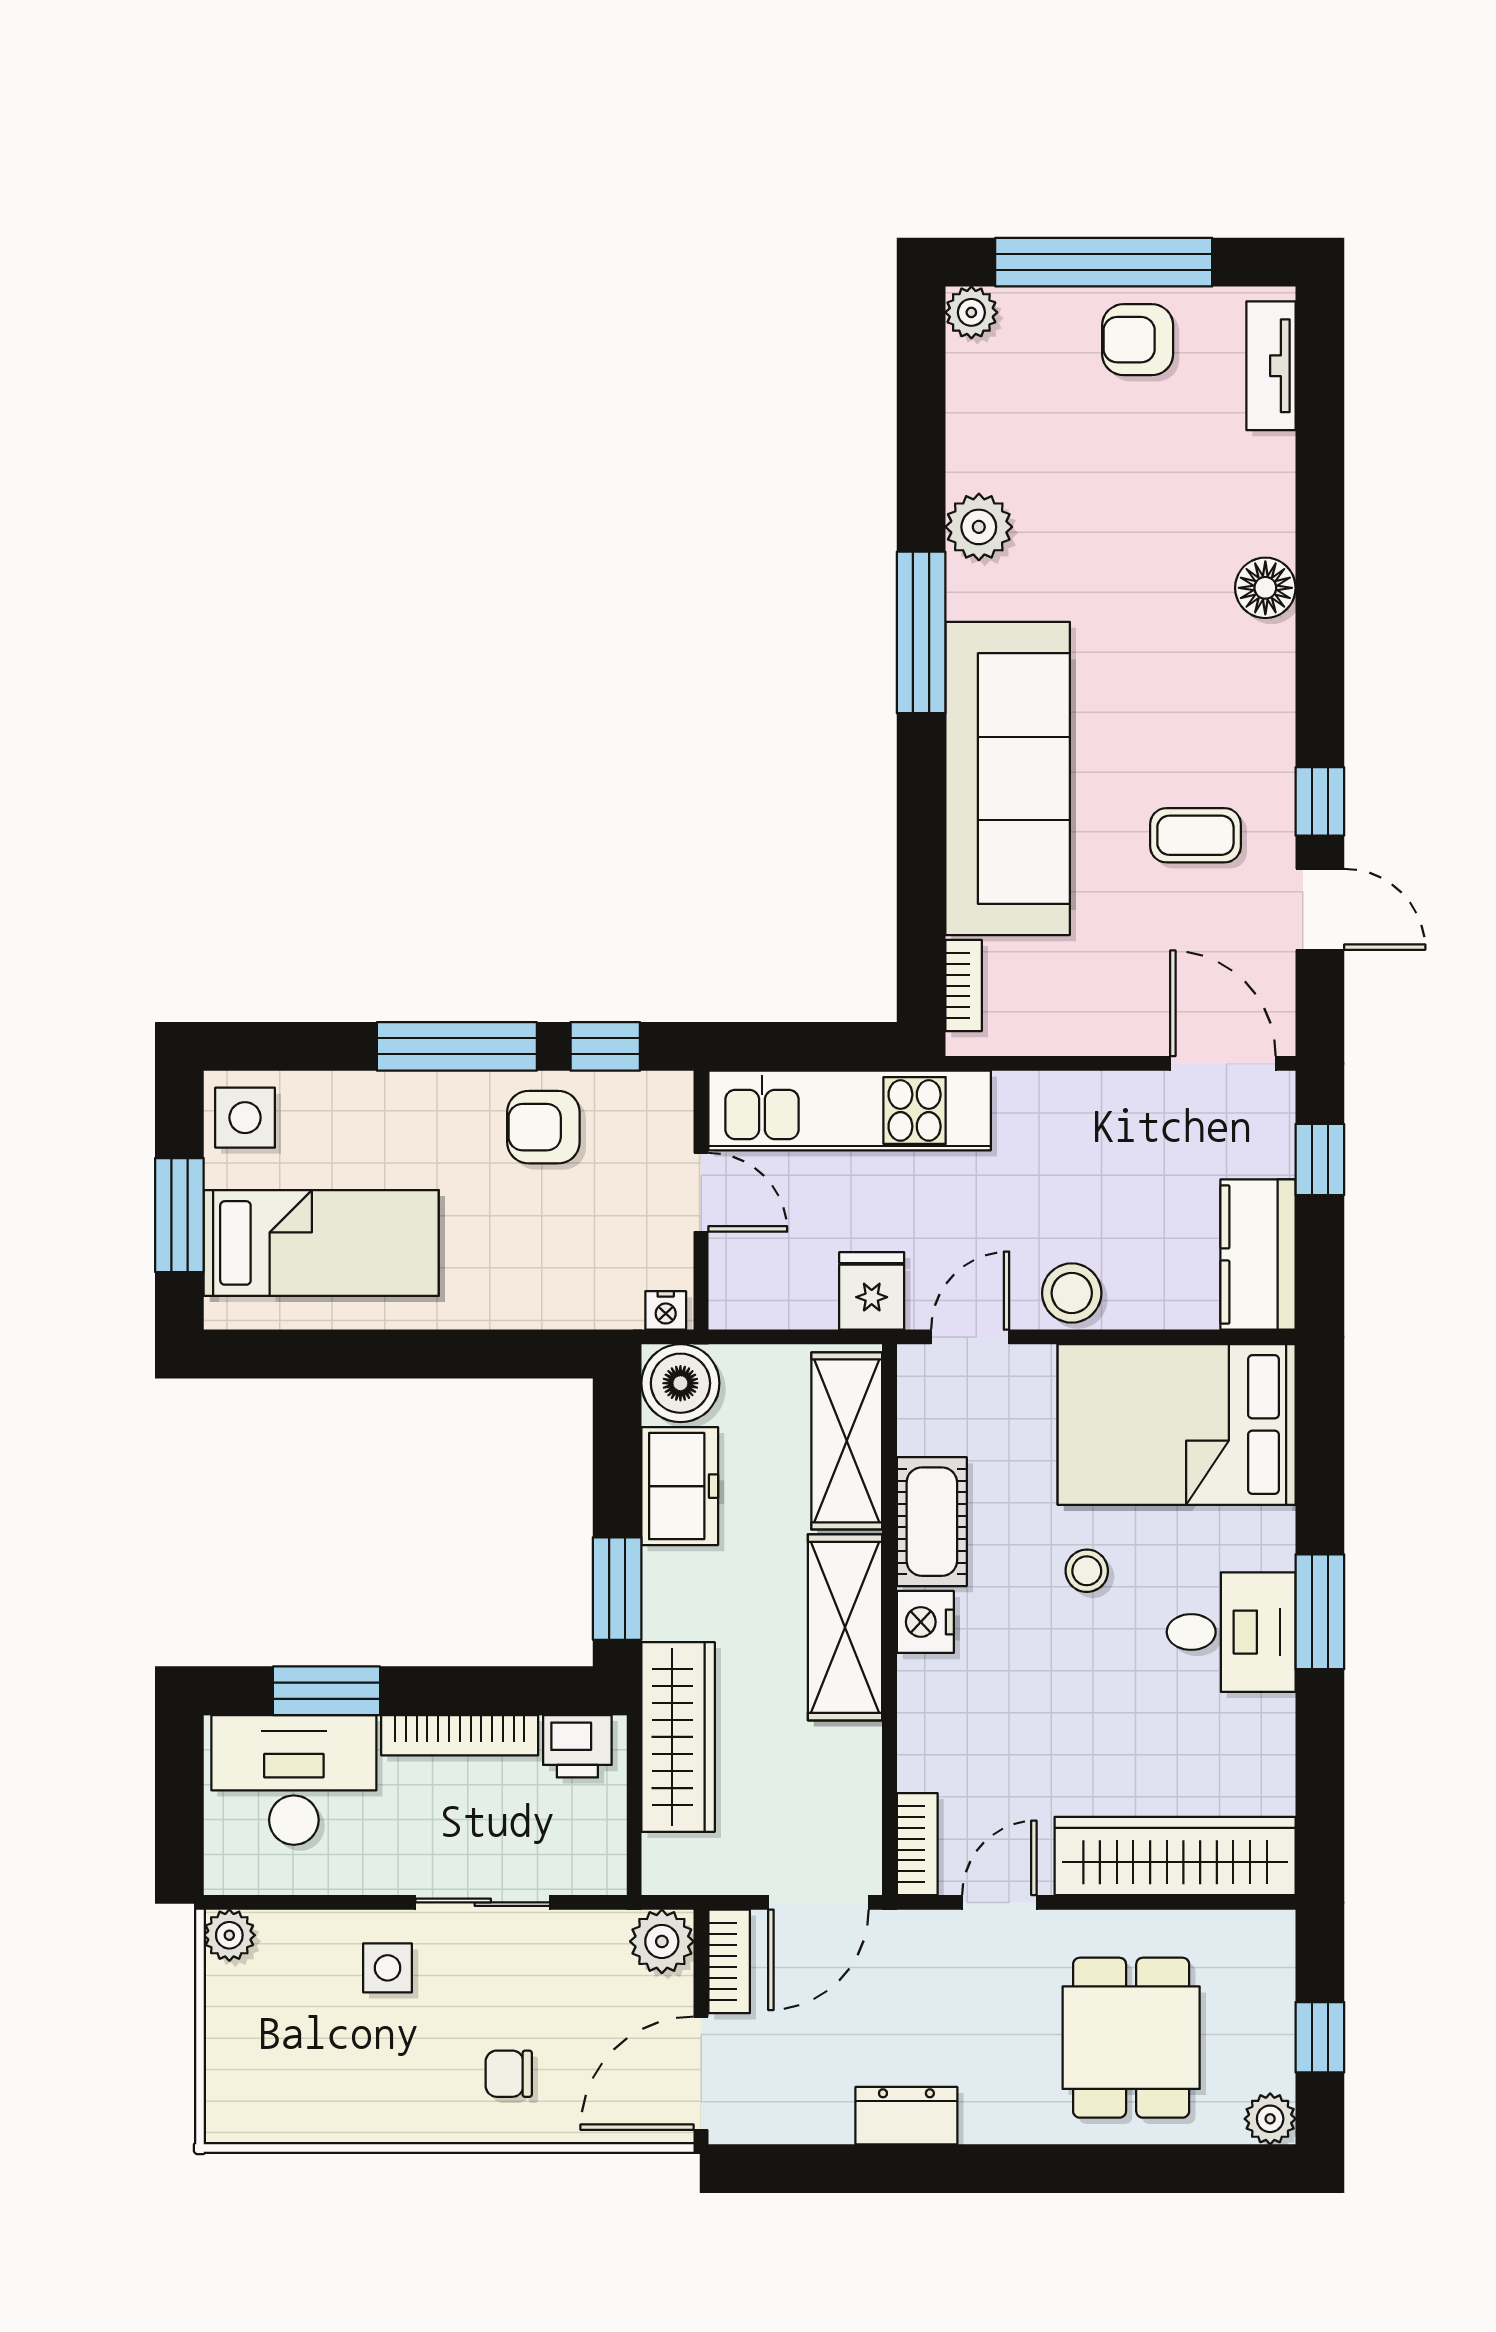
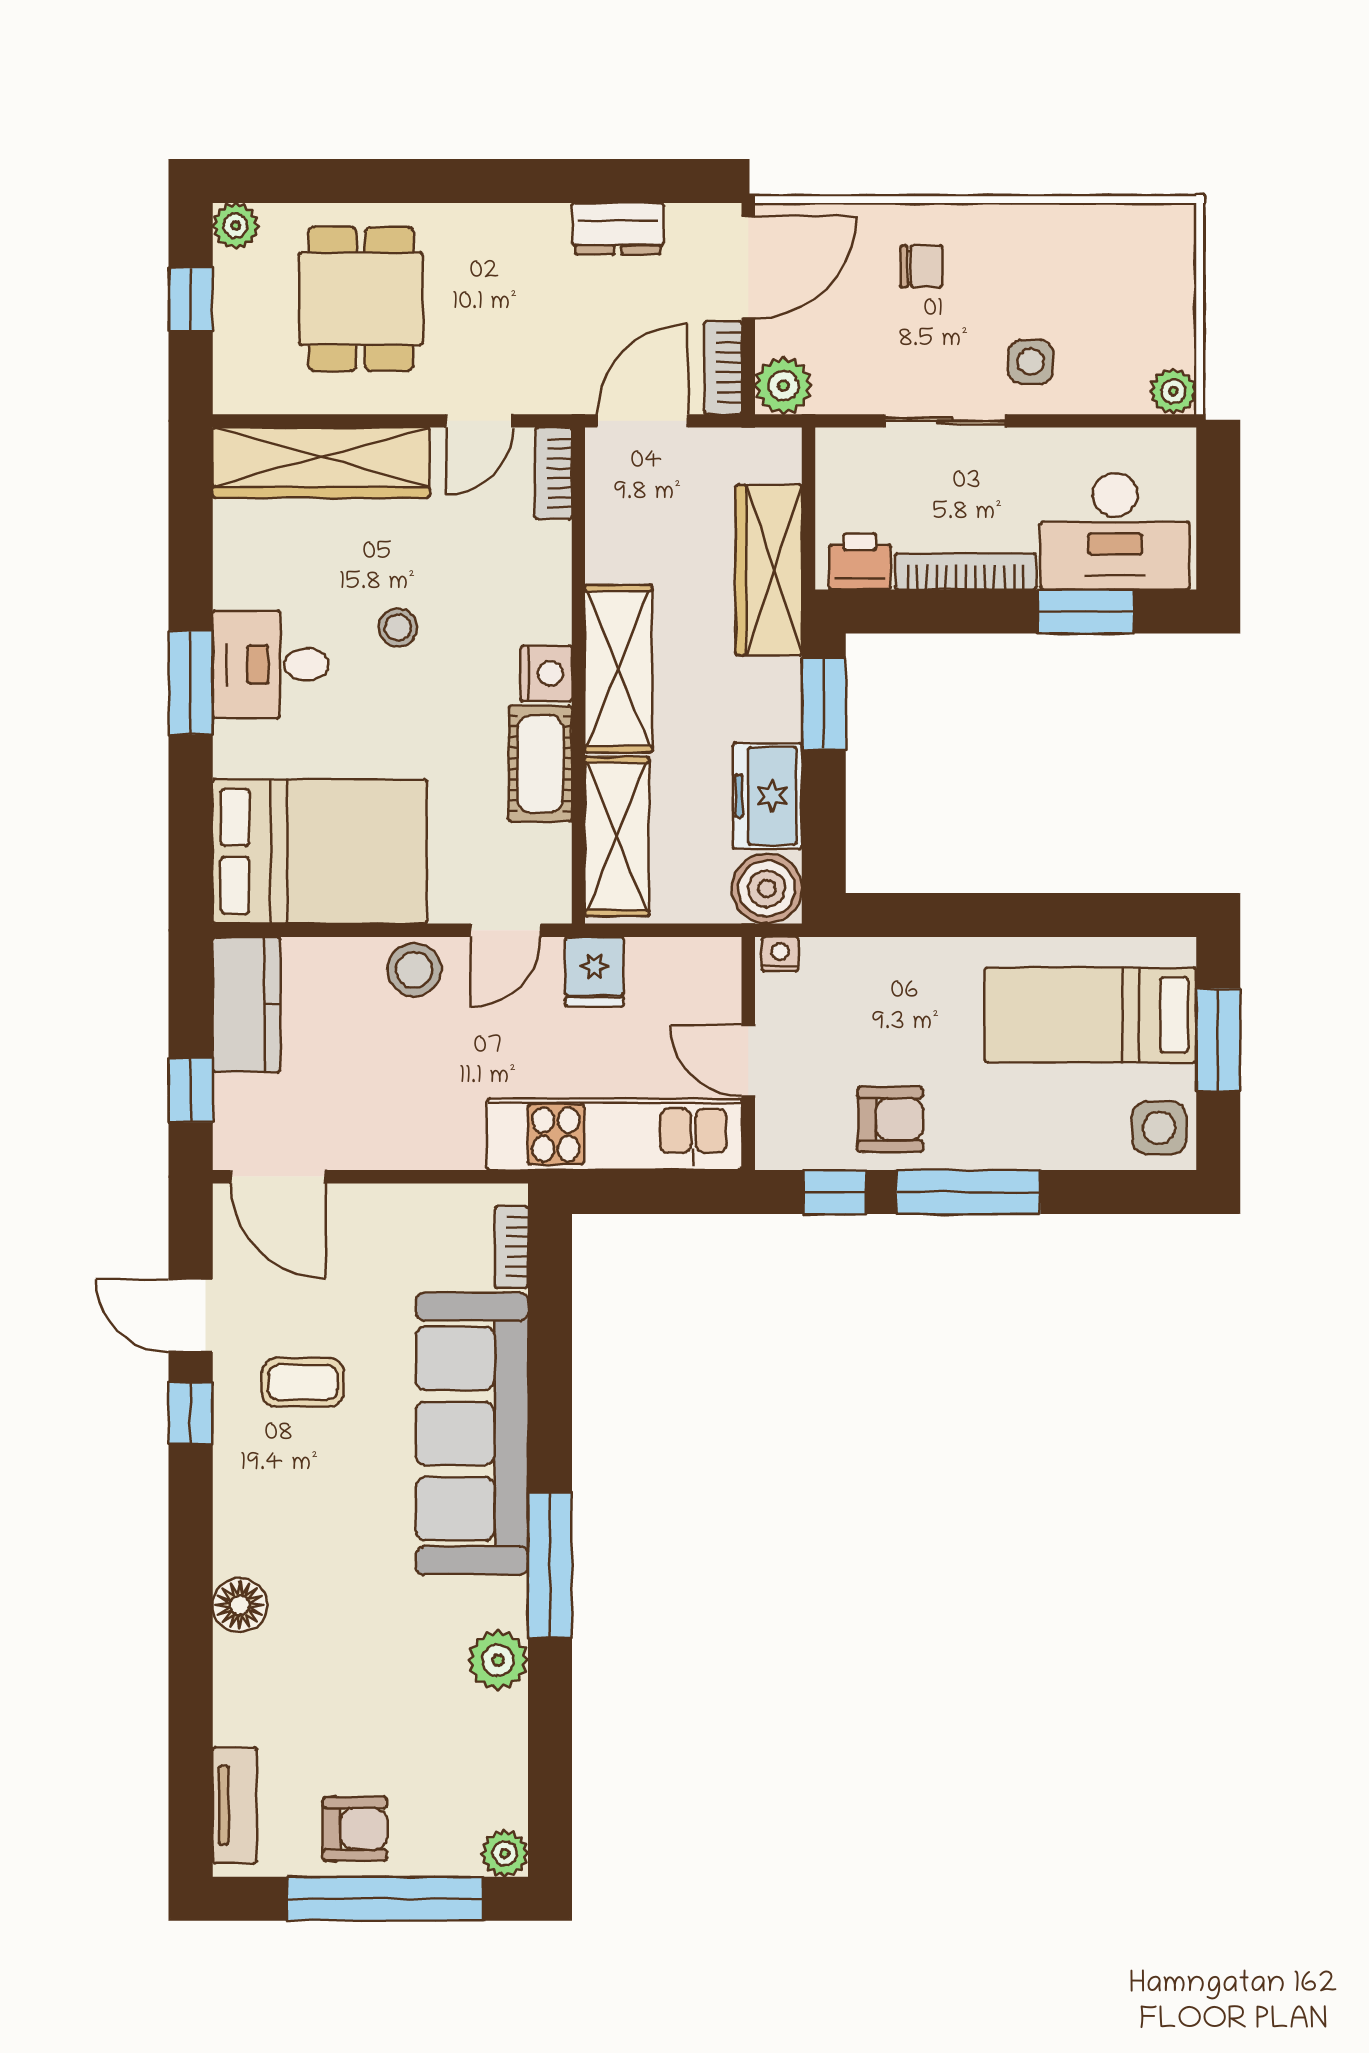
stool: (1087, 1571) -> (398, 628), moved
dresser: (906, 2116) -> (618, 229), moved

